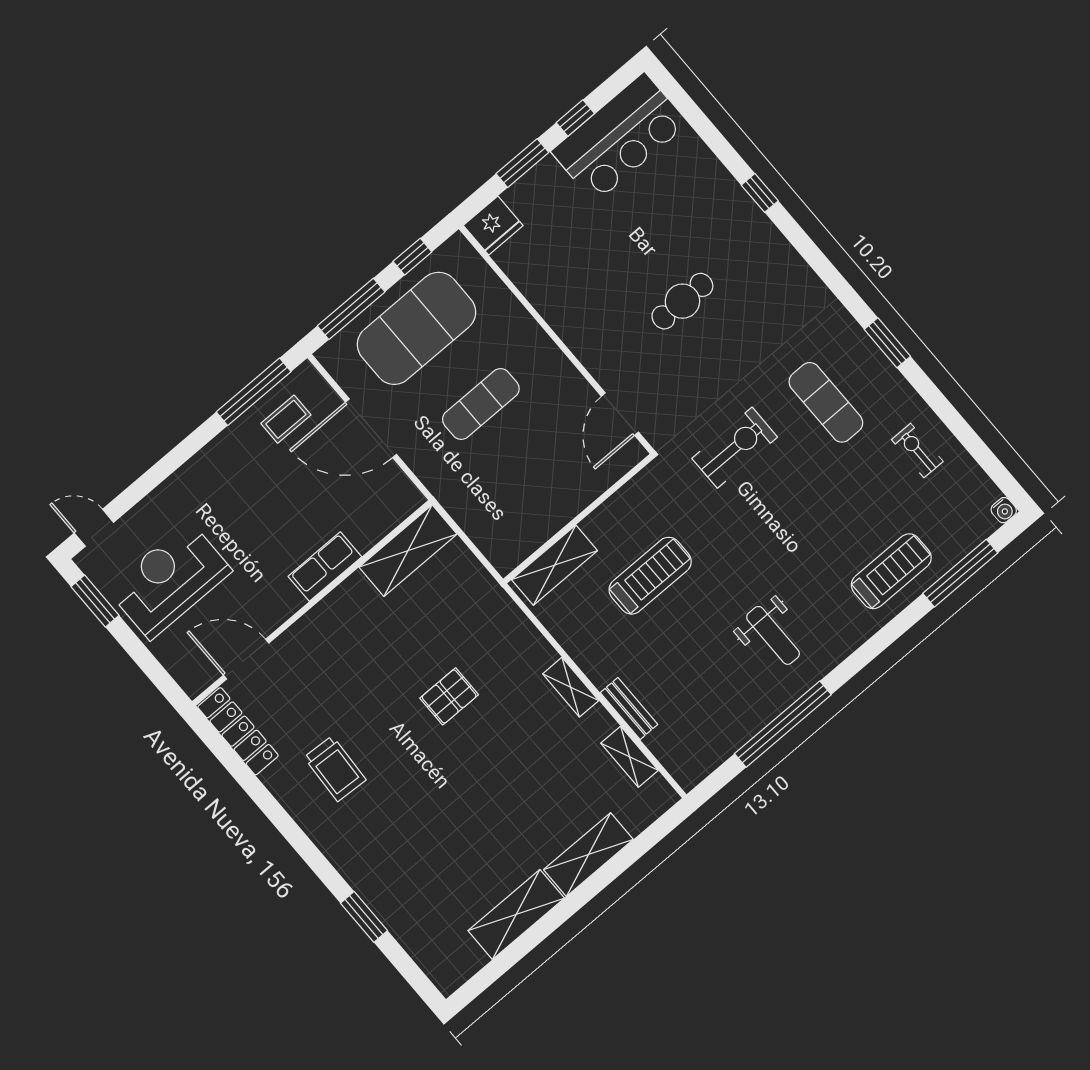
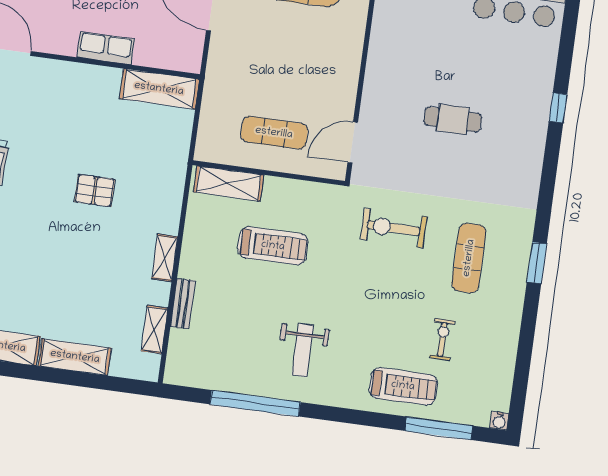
exercise mat: (481, 404) -> (274, 133), moved
exercise bike: (735, 448) -> (394, 228), turned 180
exercise bike: (917, 451) -> (442, 339), moved

